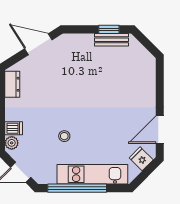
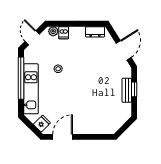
window: (109, 29) -> (134, 89), moved
bench: (111, 40) -> (127, 90), moved
door: (160, 130) -> (63, 137), hinge flipped

